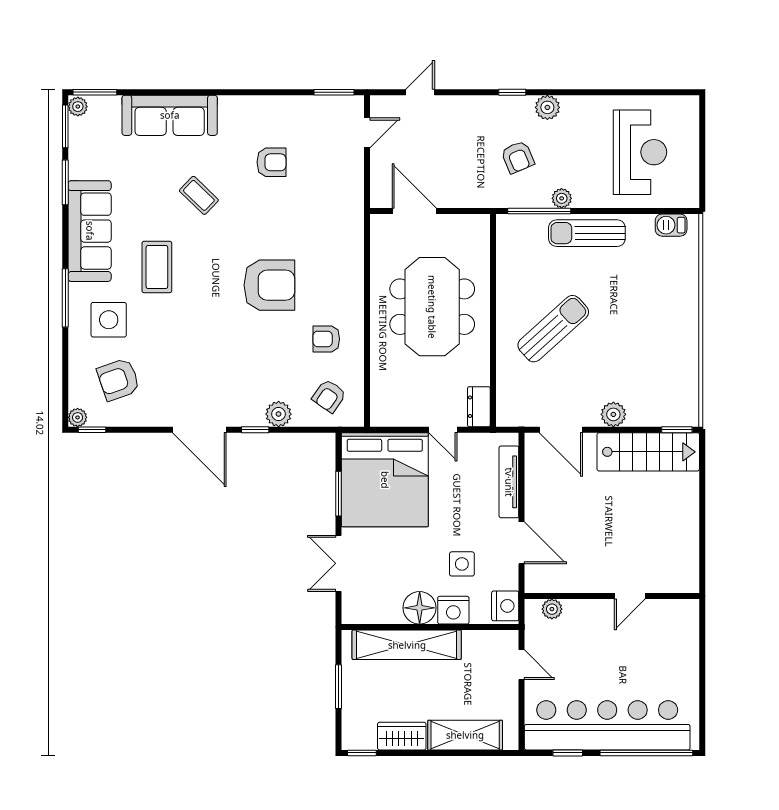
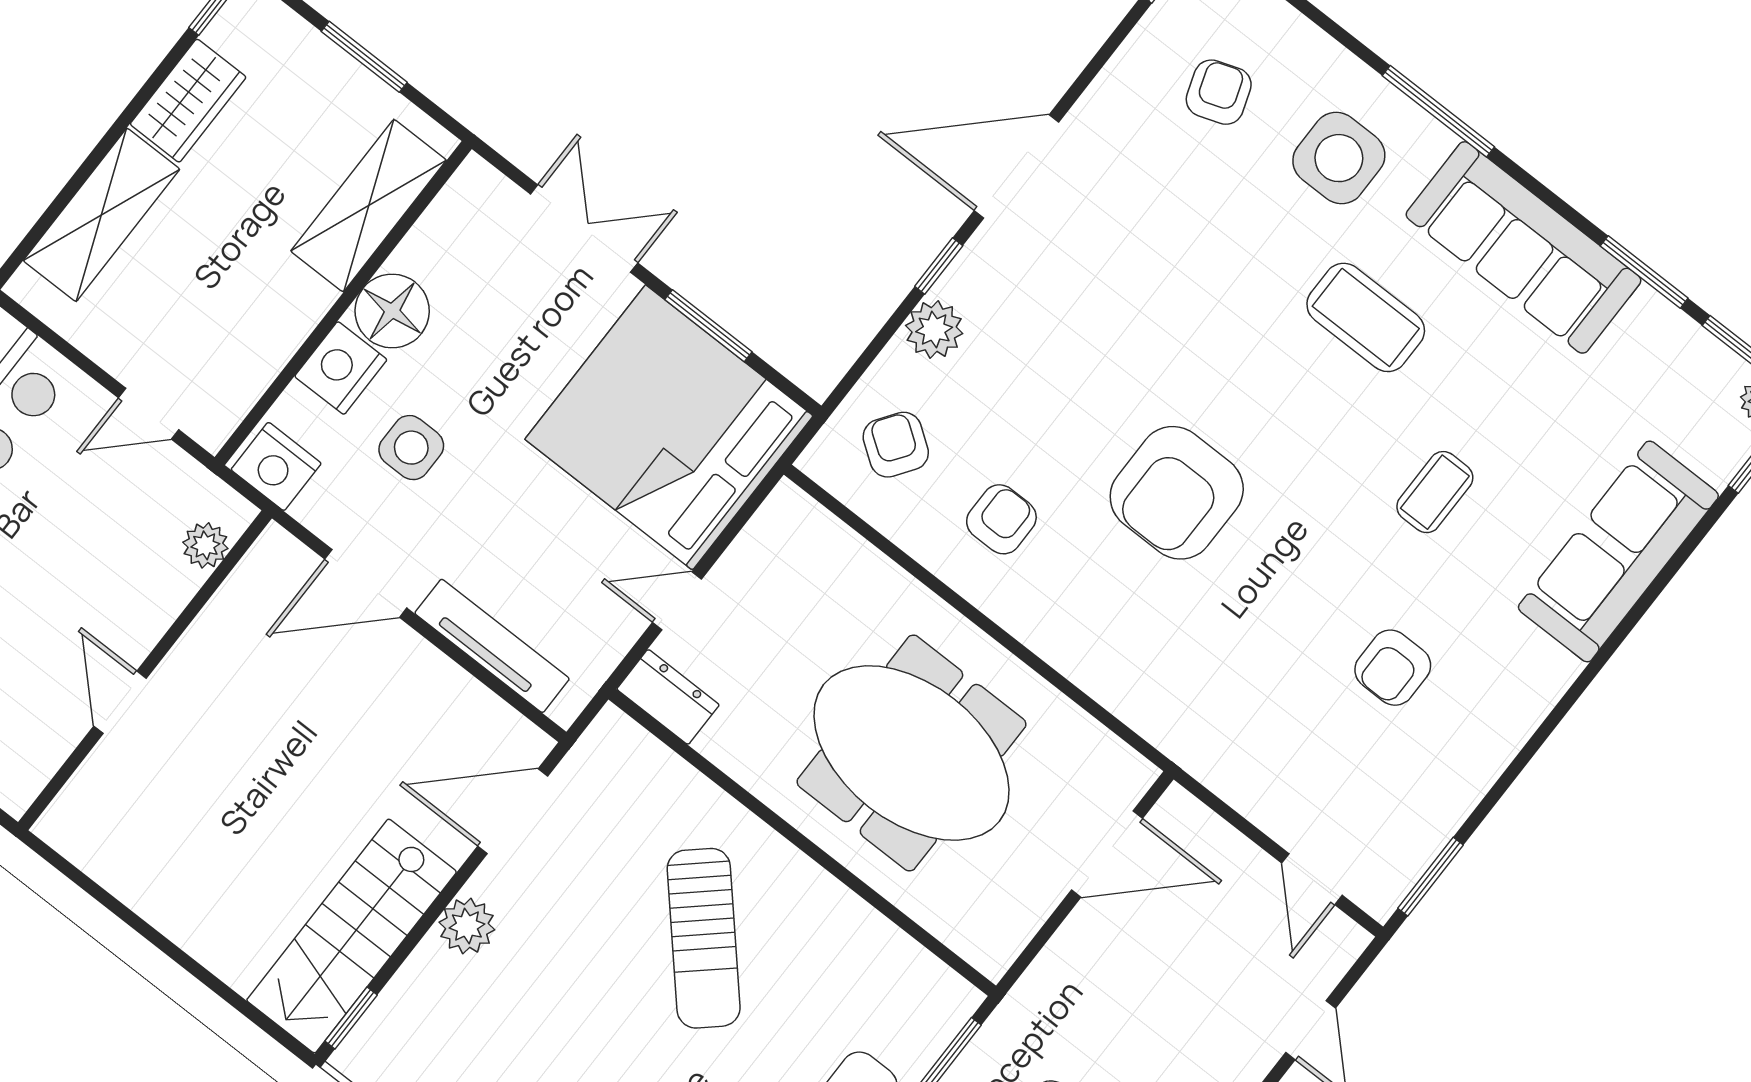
coffee table: (199, 195) -> (1435, 492), turned -44
armchair: (118, 379) -> (1219, 92), width x0.72, depth x0.72
shelving: (407, 645) -> (369, 206), width x0.68

